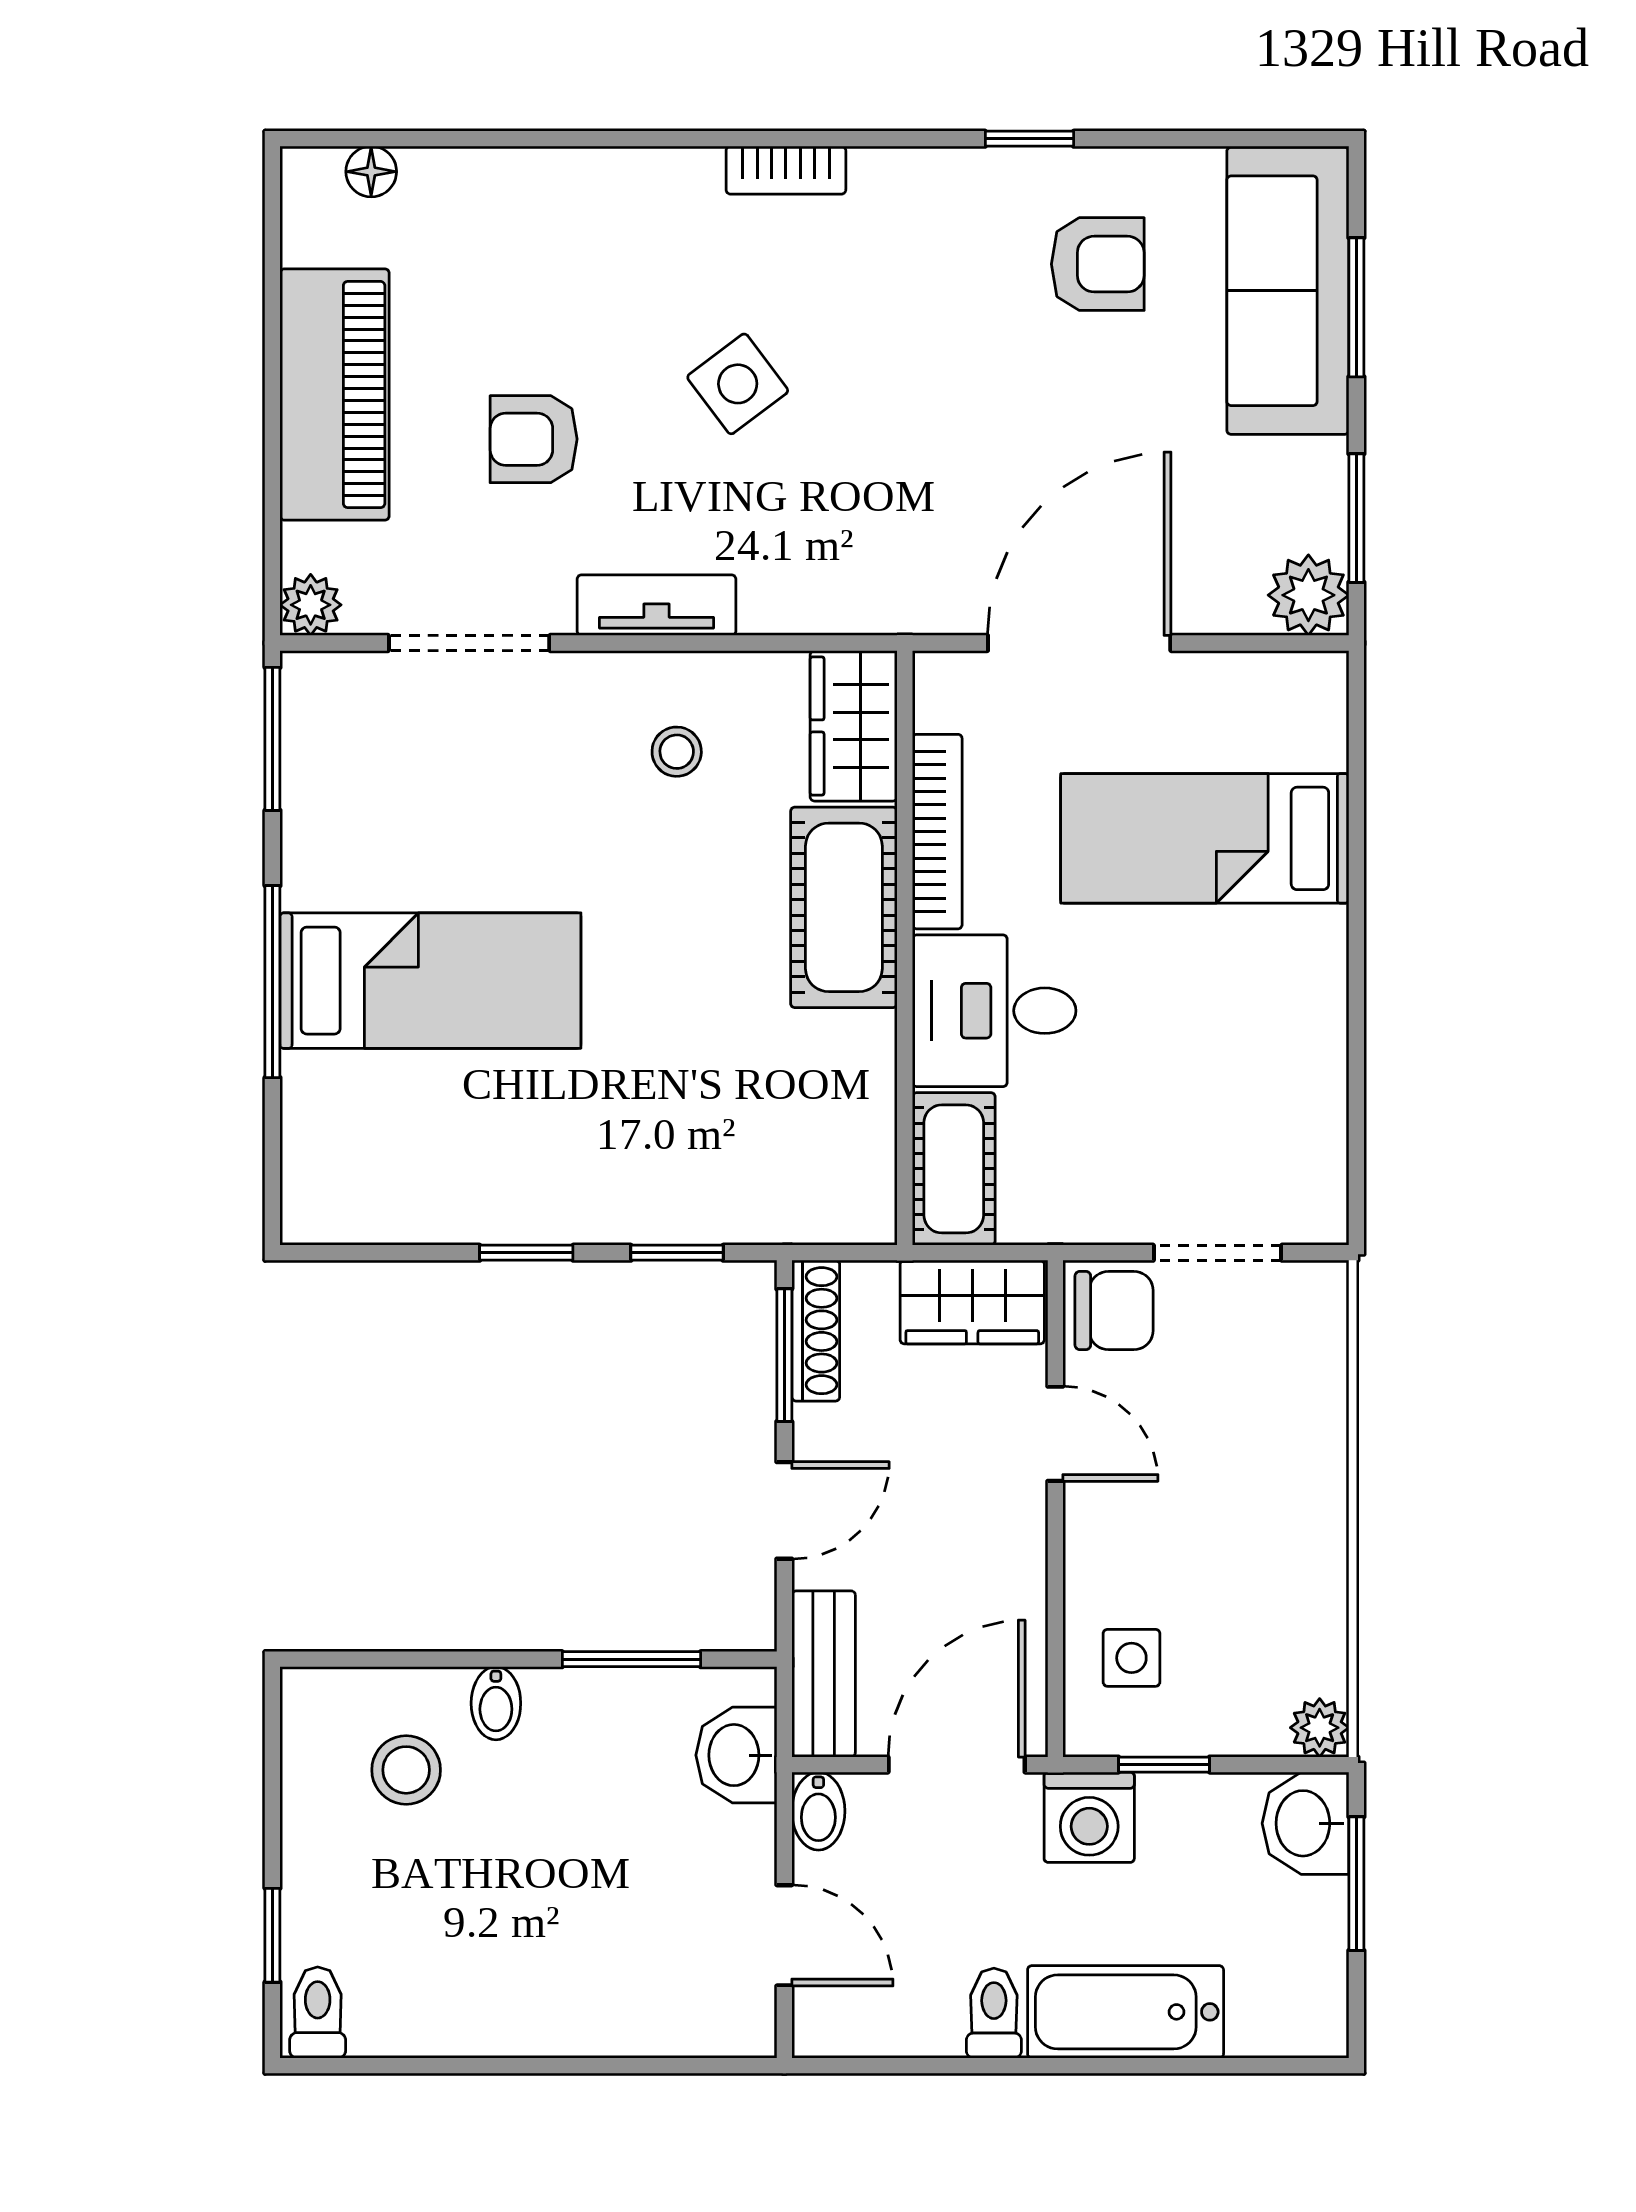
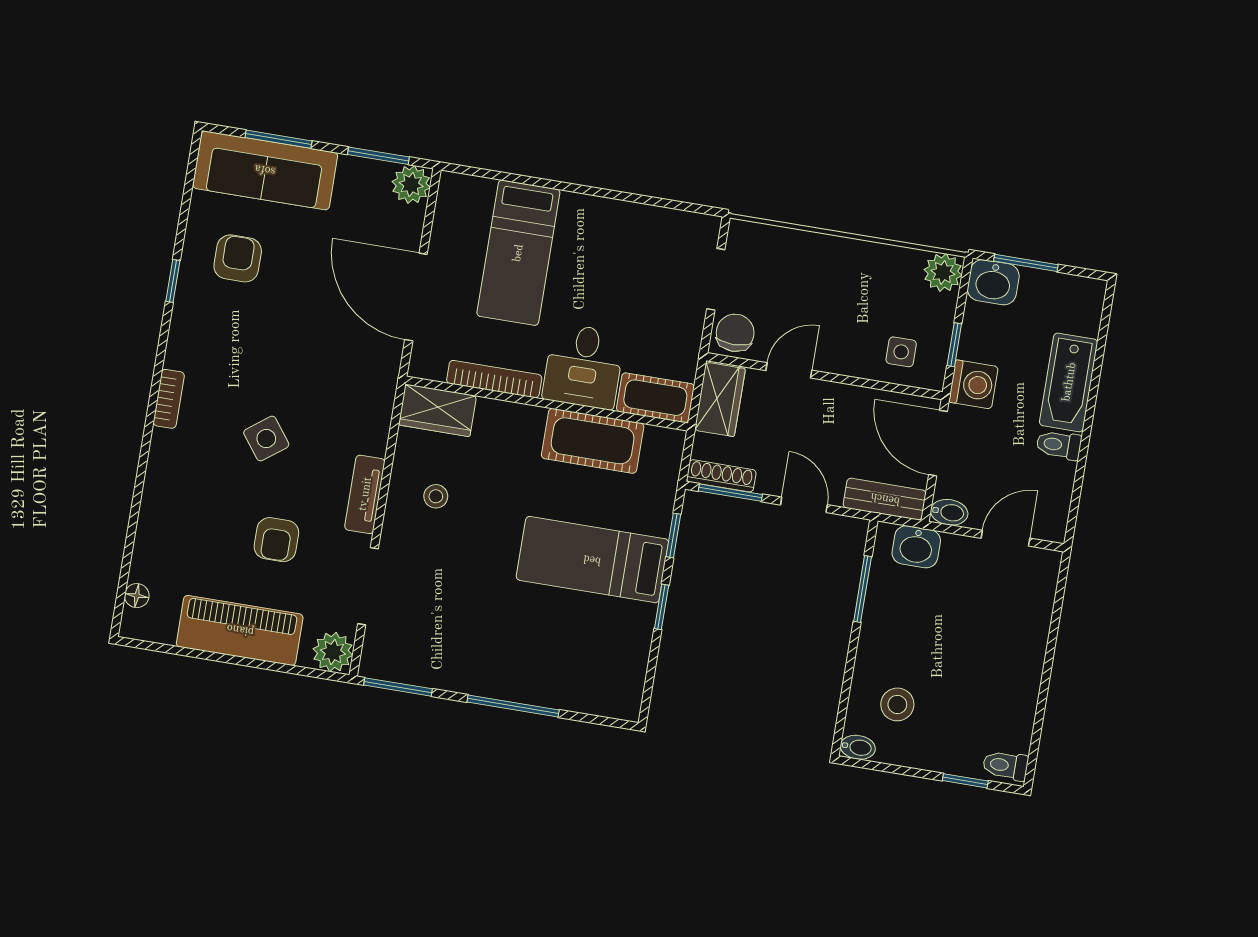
plant: (311, 605) -> (333, 652), width x1.38, depth x1.38
cot: (844, 907) -> (593, 441), moved
bed: (430, 981) -> (592, 560), moved, turned -90
bidet: (496, 1703) -> (858, 747), moved
plant: (1320, 1728) -> (943, 272), width x1.38, depth x1.38

